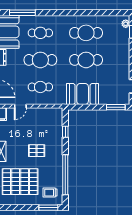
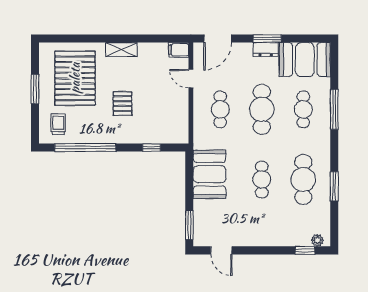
window: (22, 13) -> (334, 109), moved
window: (91, 13) -> (334, 186), added
cafe table: (86, 60) -> (262, 180), width x0.73, depth x0.74
window: (48, 208) -> (35, 89), moved

